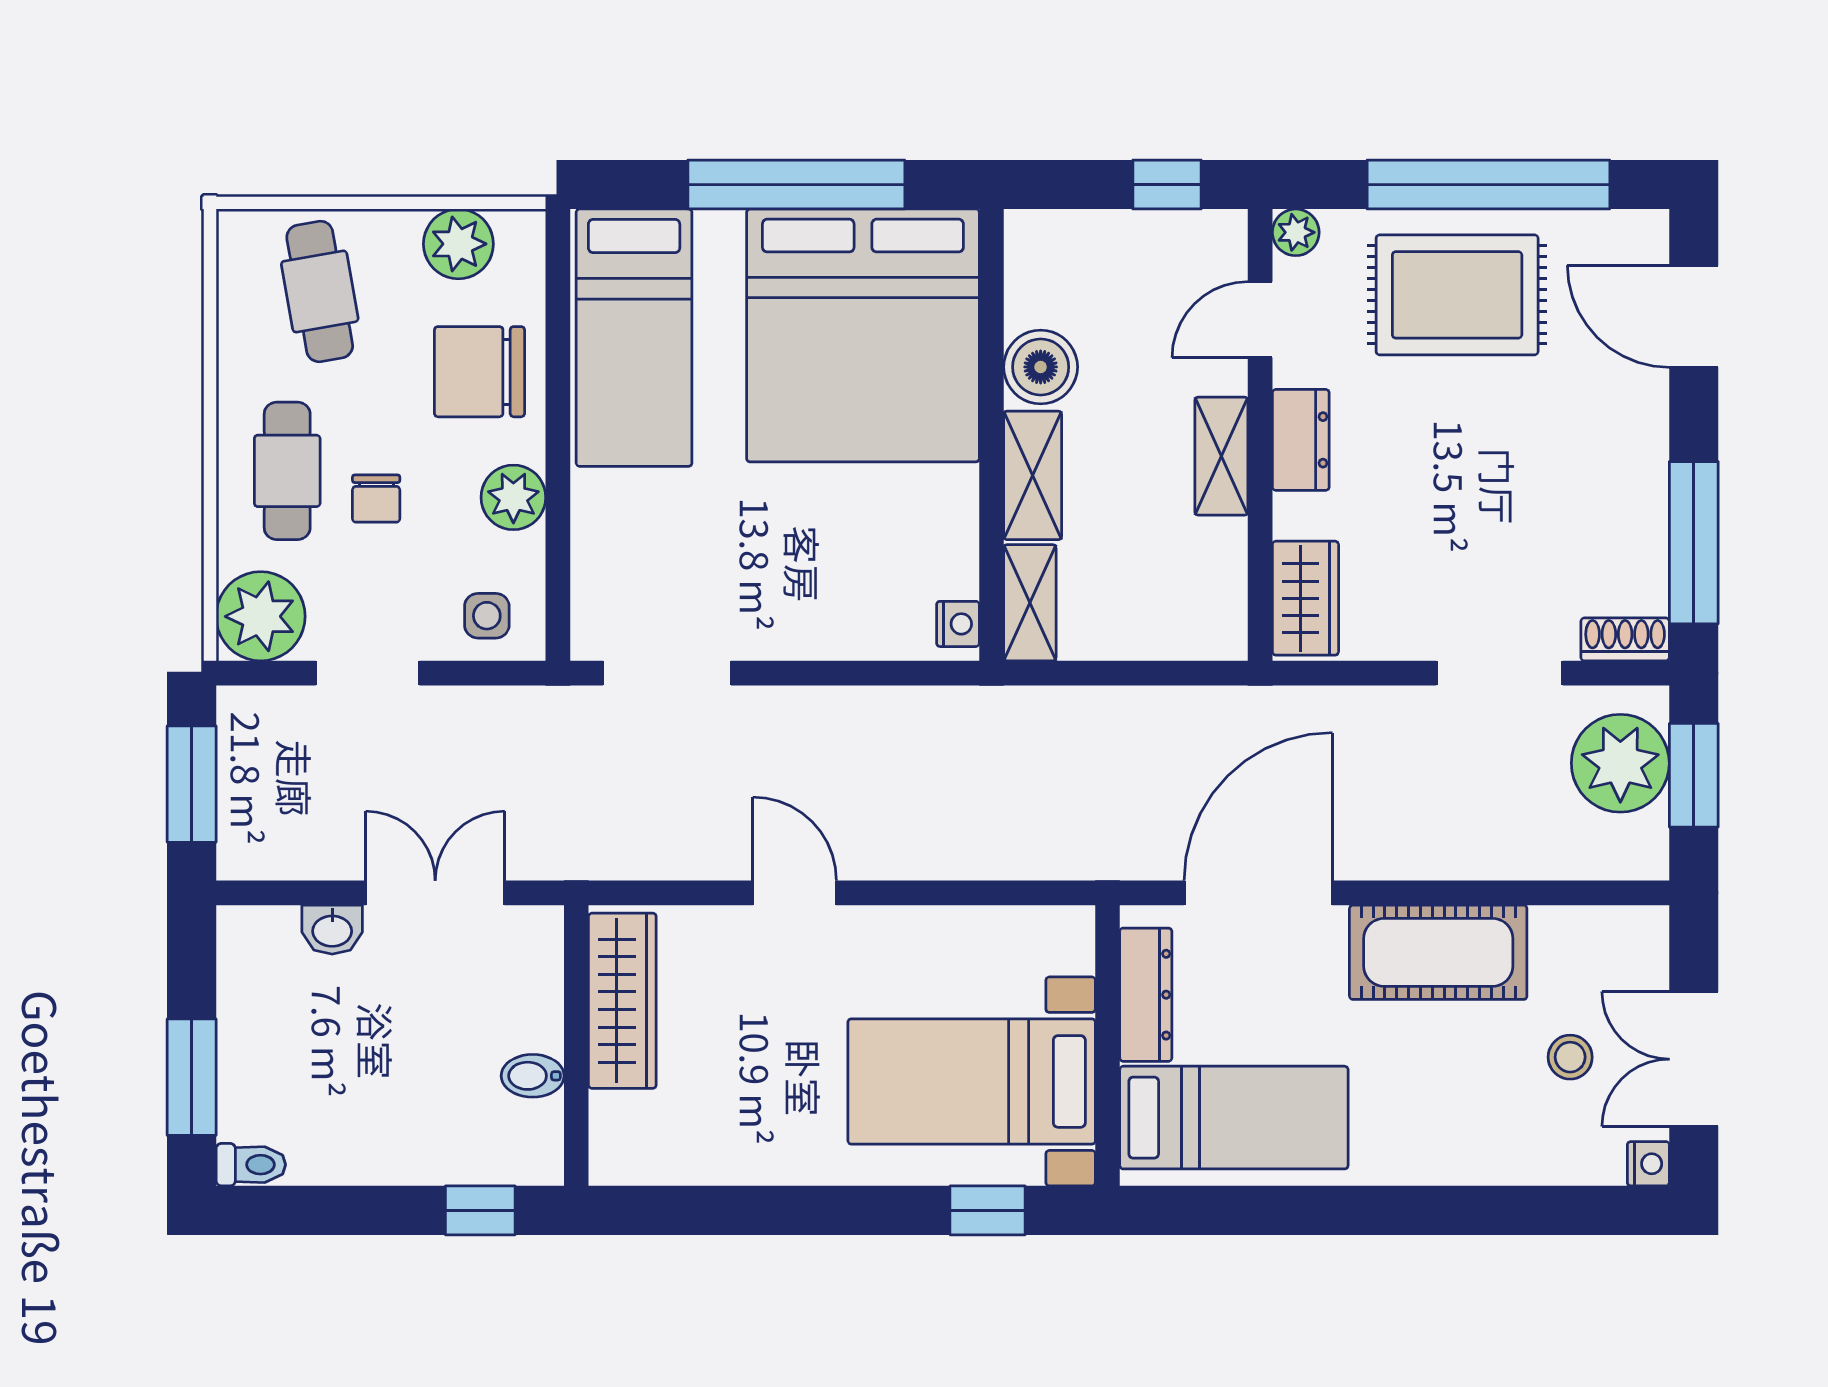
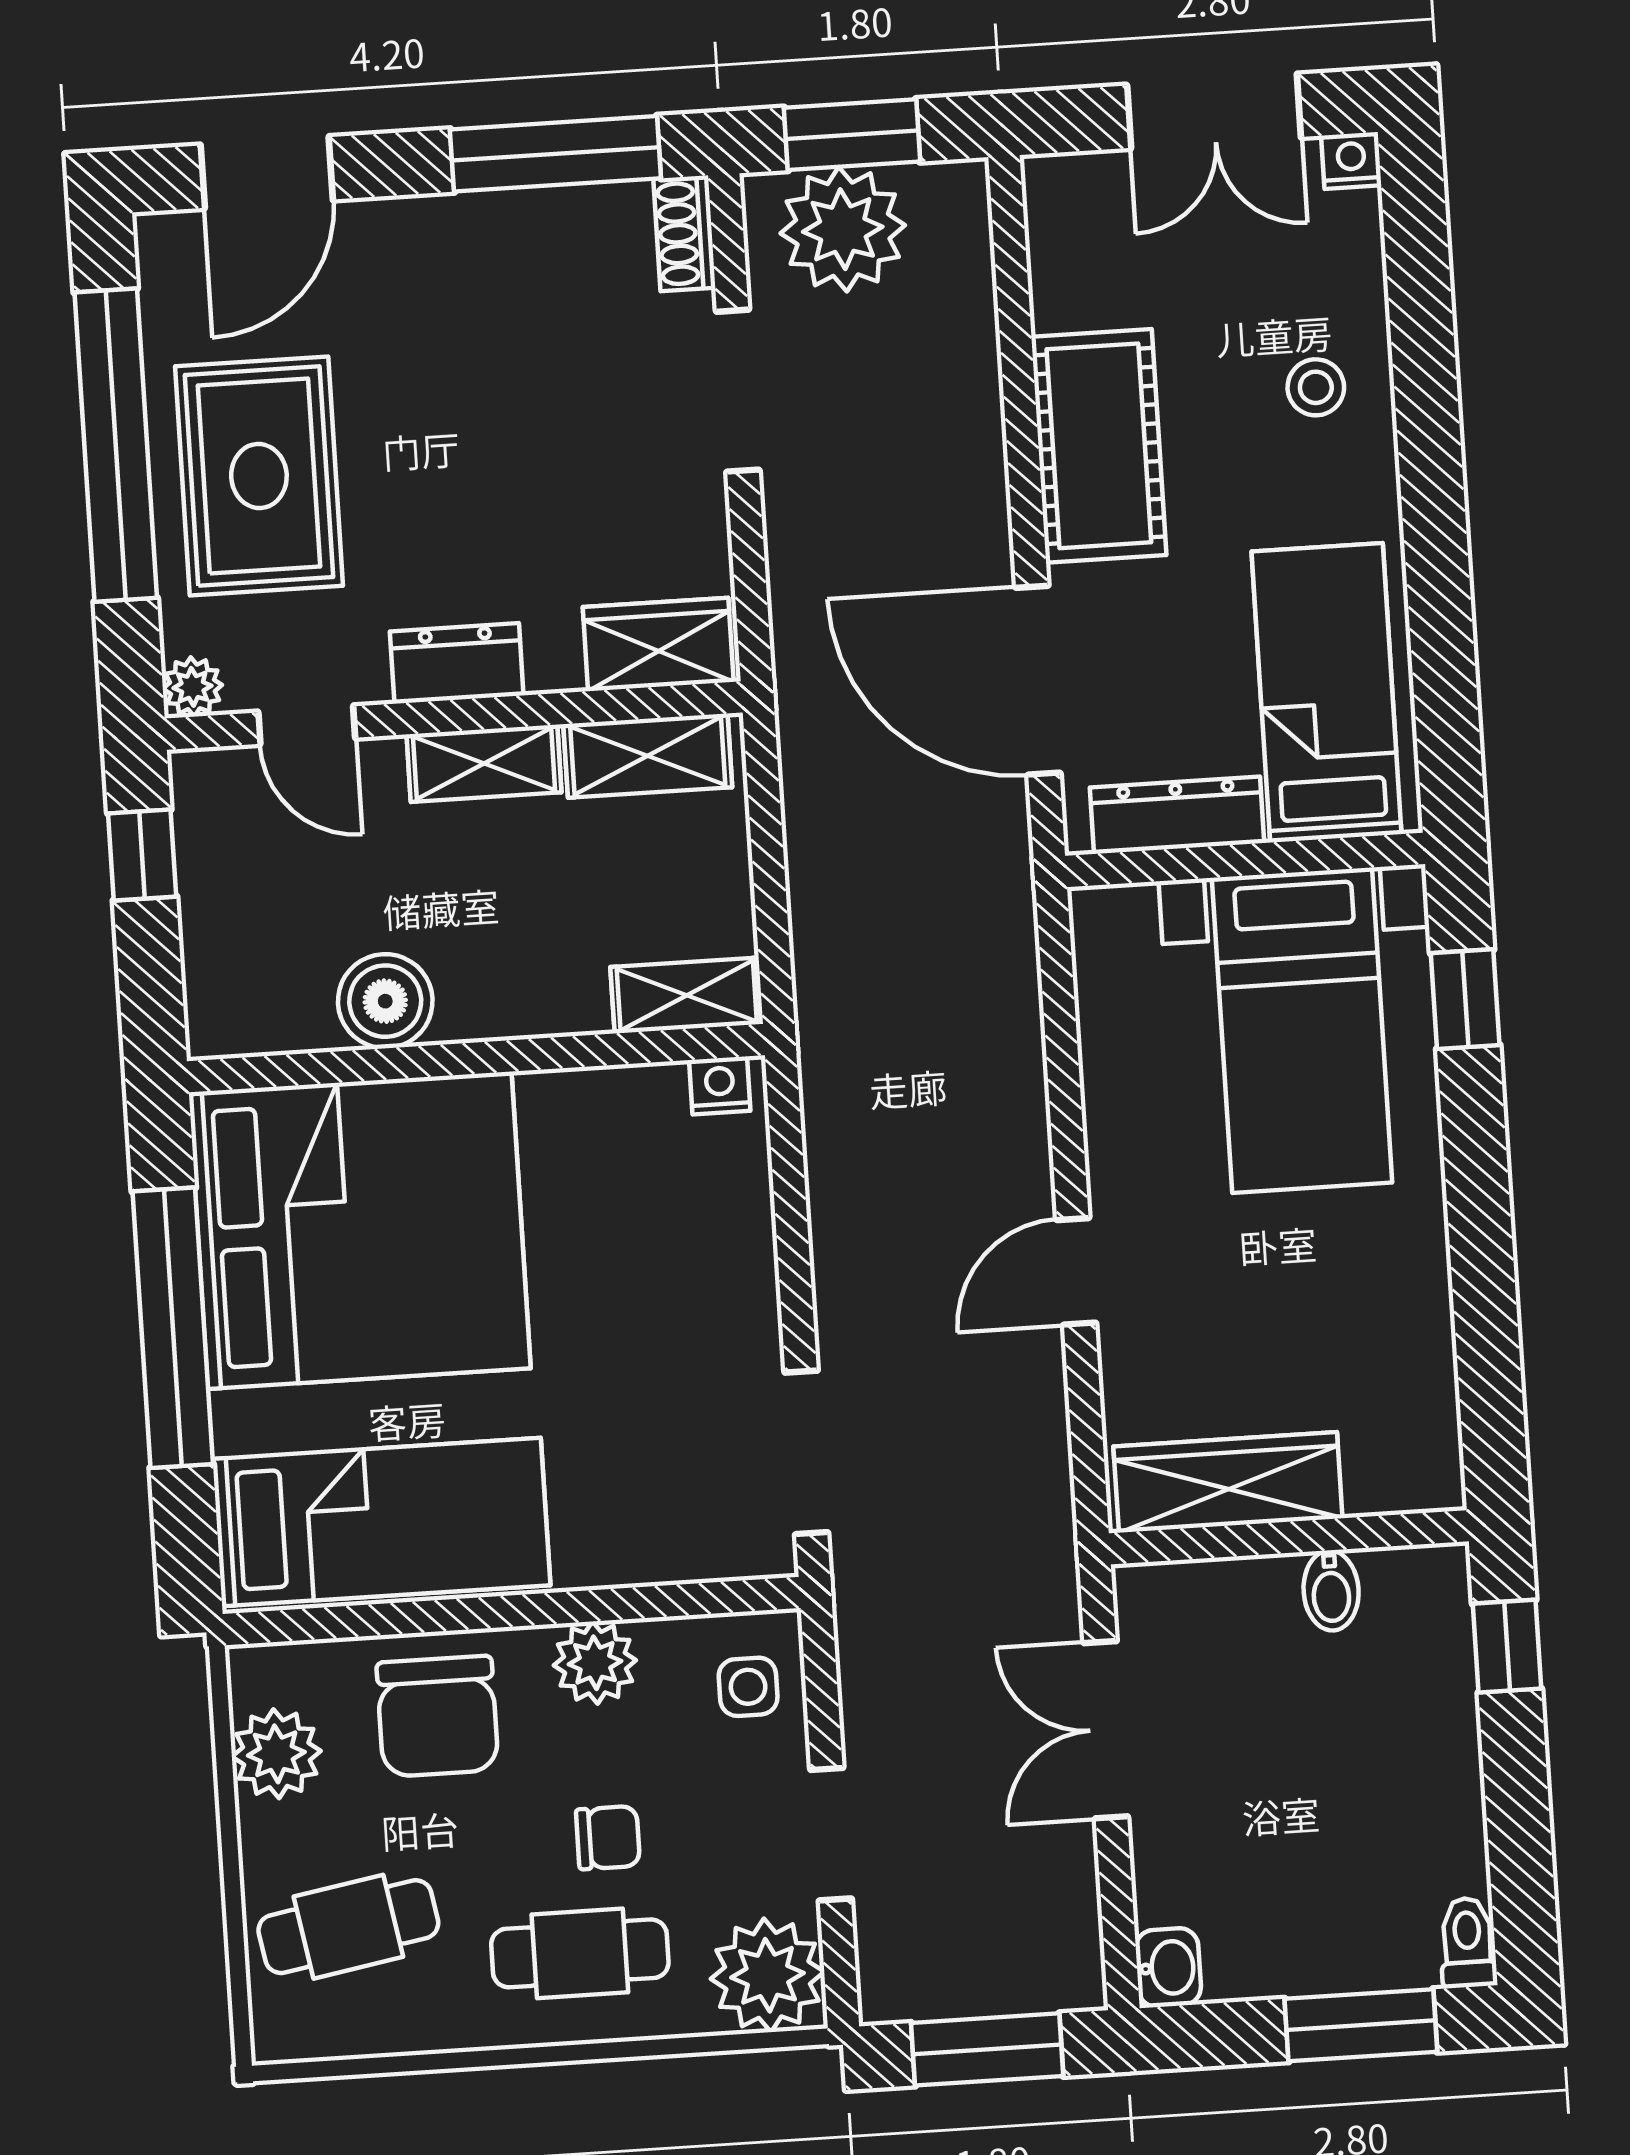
shelving: (1033, 475) -> (648, 756), moved
washbasin: (332, 930) -> (1168, 1968), moved
stool: (1570, 1057) -> (1316, 387), moved

